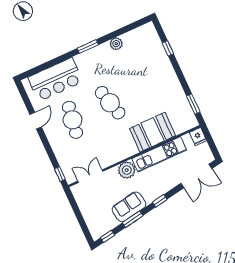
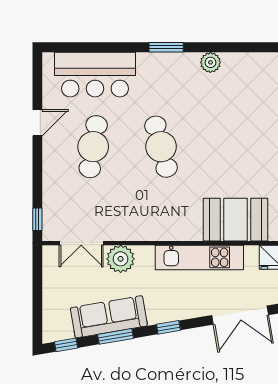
booth: (153, 132) -> (236, 220), moved
plant: (127, 170) -> (121, 259), moved
double door: (90, 176) -> (81, 243), swing flipped
sofa: (129, 207) -> (109, 317), width x1.36

